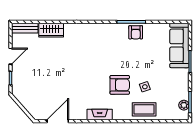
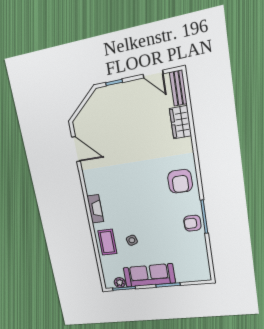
sofa: (179, 45) -> (149, 275), moved
door: (10, 56) -> (153, 74), moved
armchair: (120, 85) -> (180, 181), moved
fireplace: (100, 115) -> (95, 209), moved

